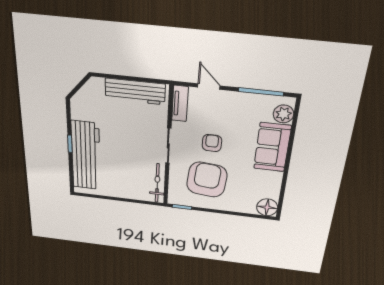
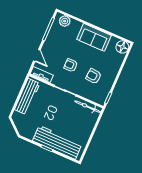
door: (209, 86) -> (37, 55), swing flipped
sofa: (272, 147) -> (94, 37), moved
armchair: (207, 180) -> (94, 76), width x0.53, depth x0.53

